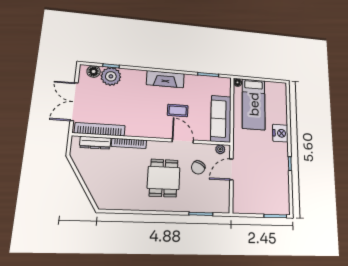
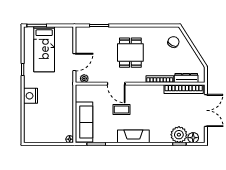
bed: (254, 104) -> (44, 49), moved, turned 180
sofa: (221, 119) -> (84, 122), moved
chair: (198, 167) -> (173, 42), moved

